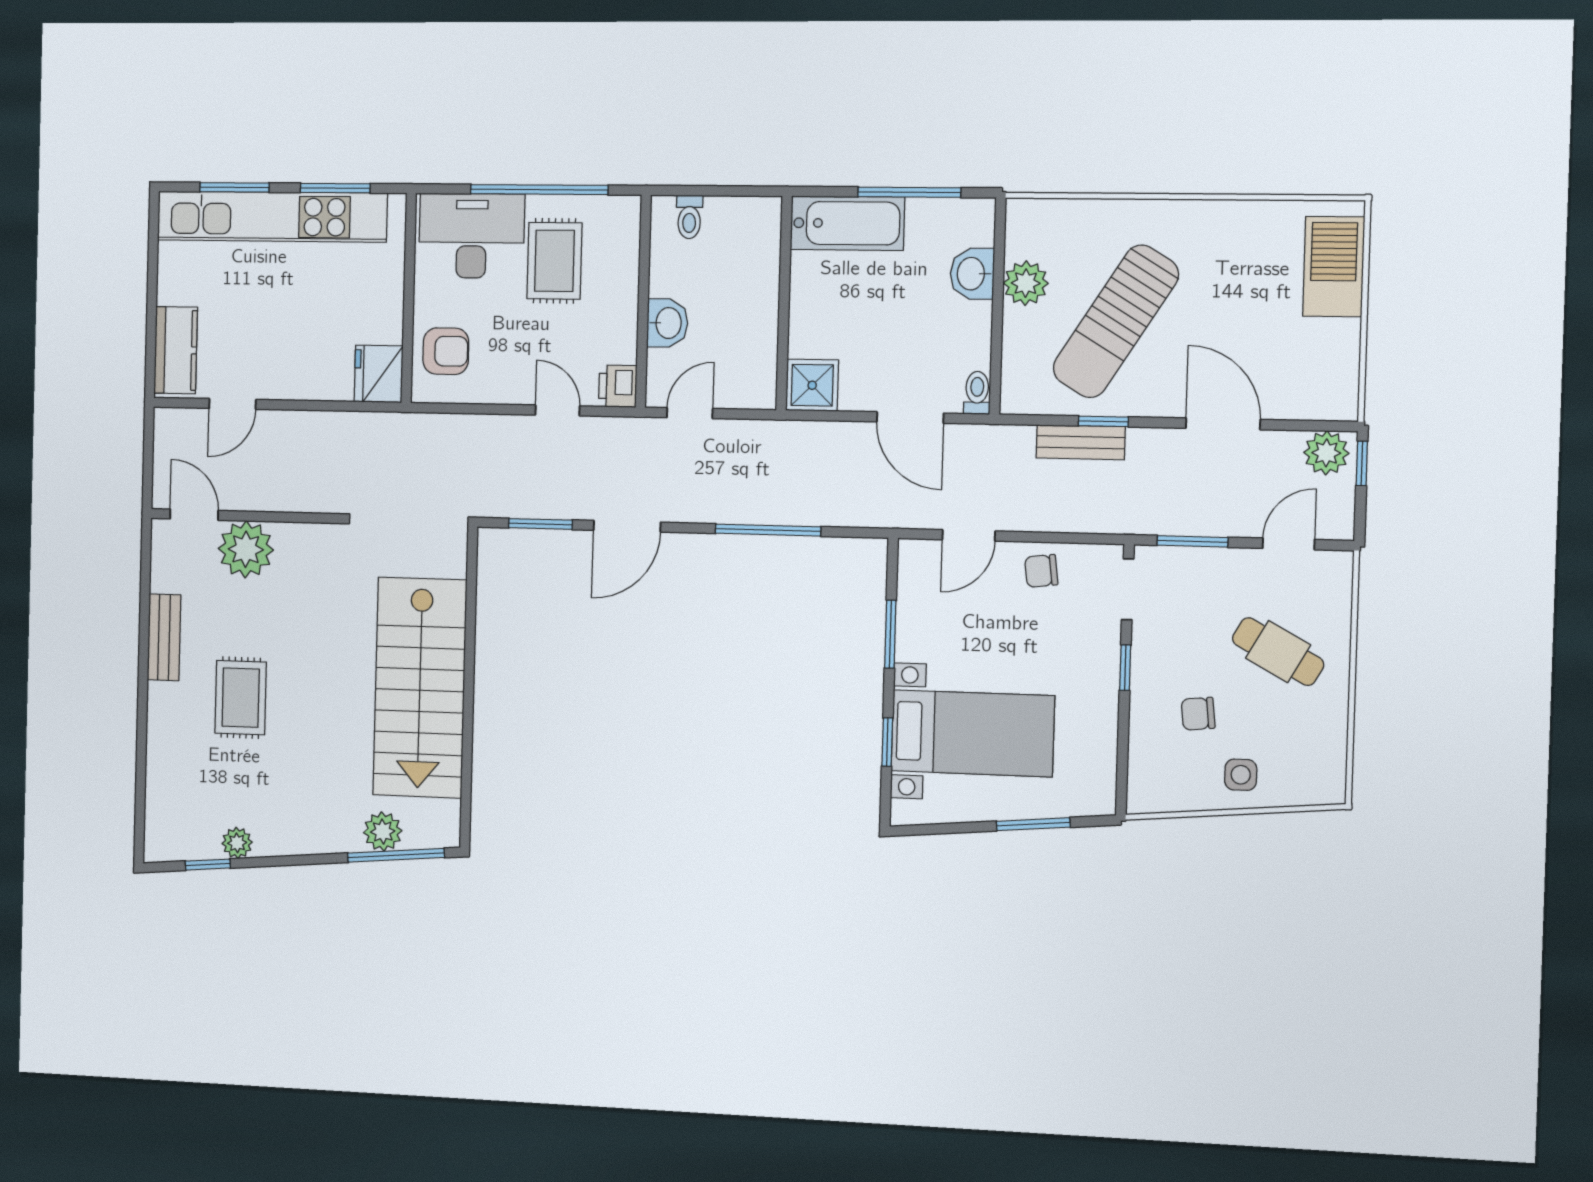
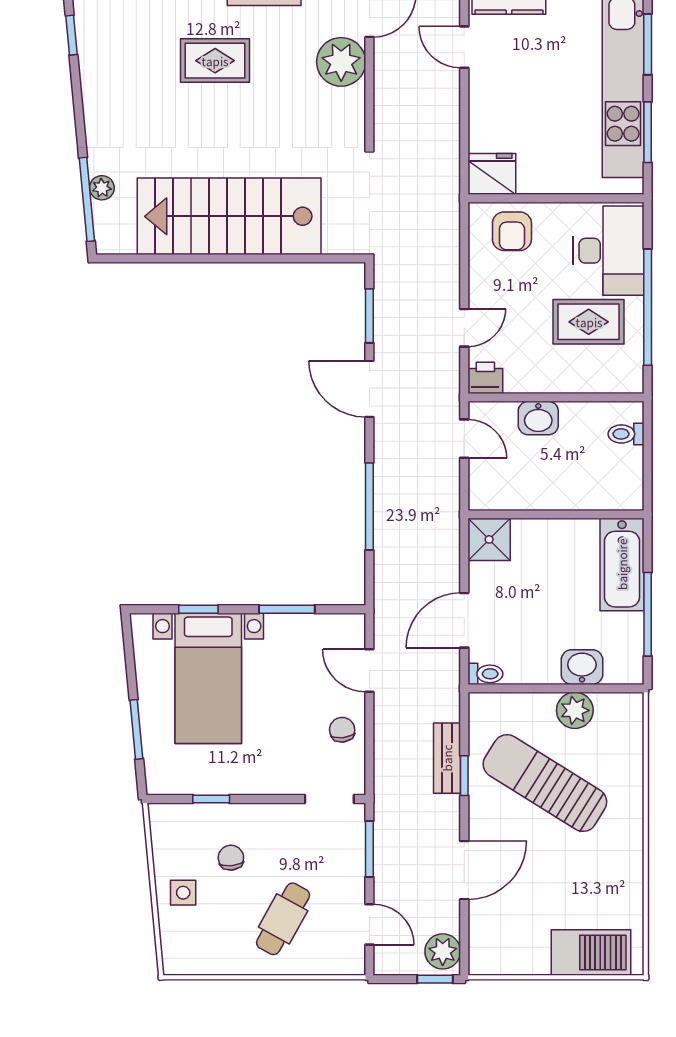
window: (1125, 668) -> (211, 799), moved
plant: (383, 832) -> (102, 188), width x0.73, depth x0.73
plant: (237, 843) -> (91, 60), removed

